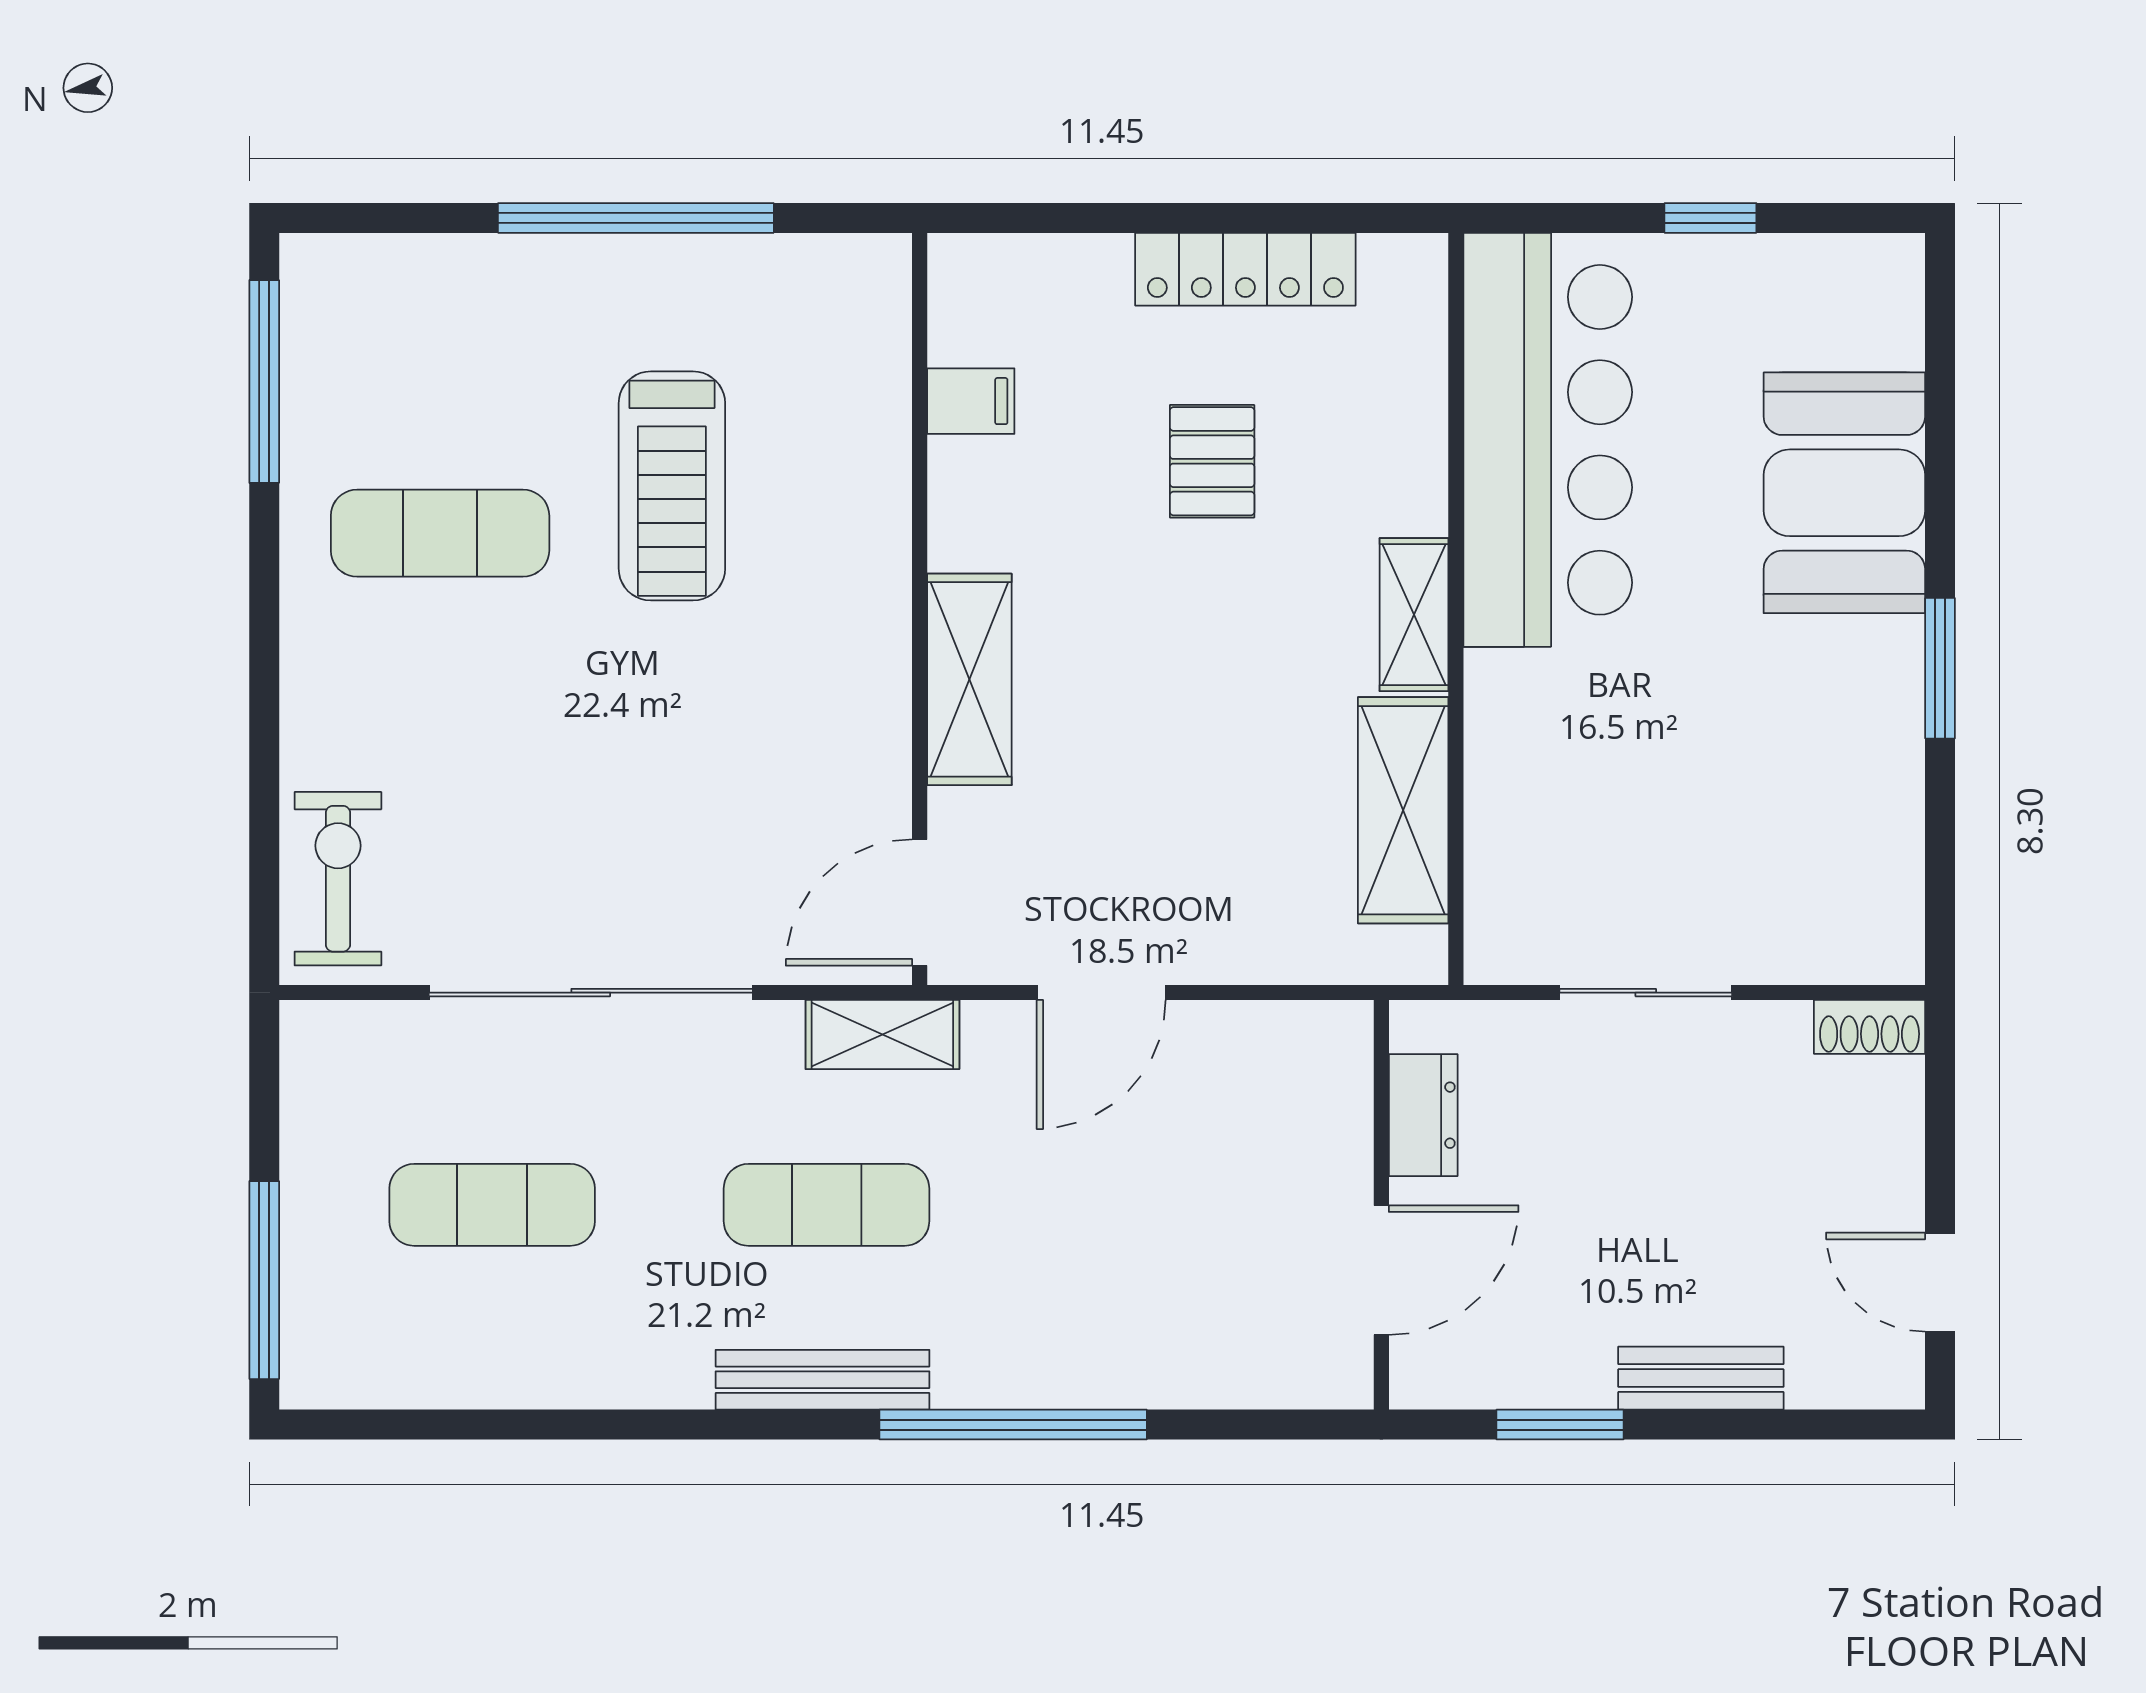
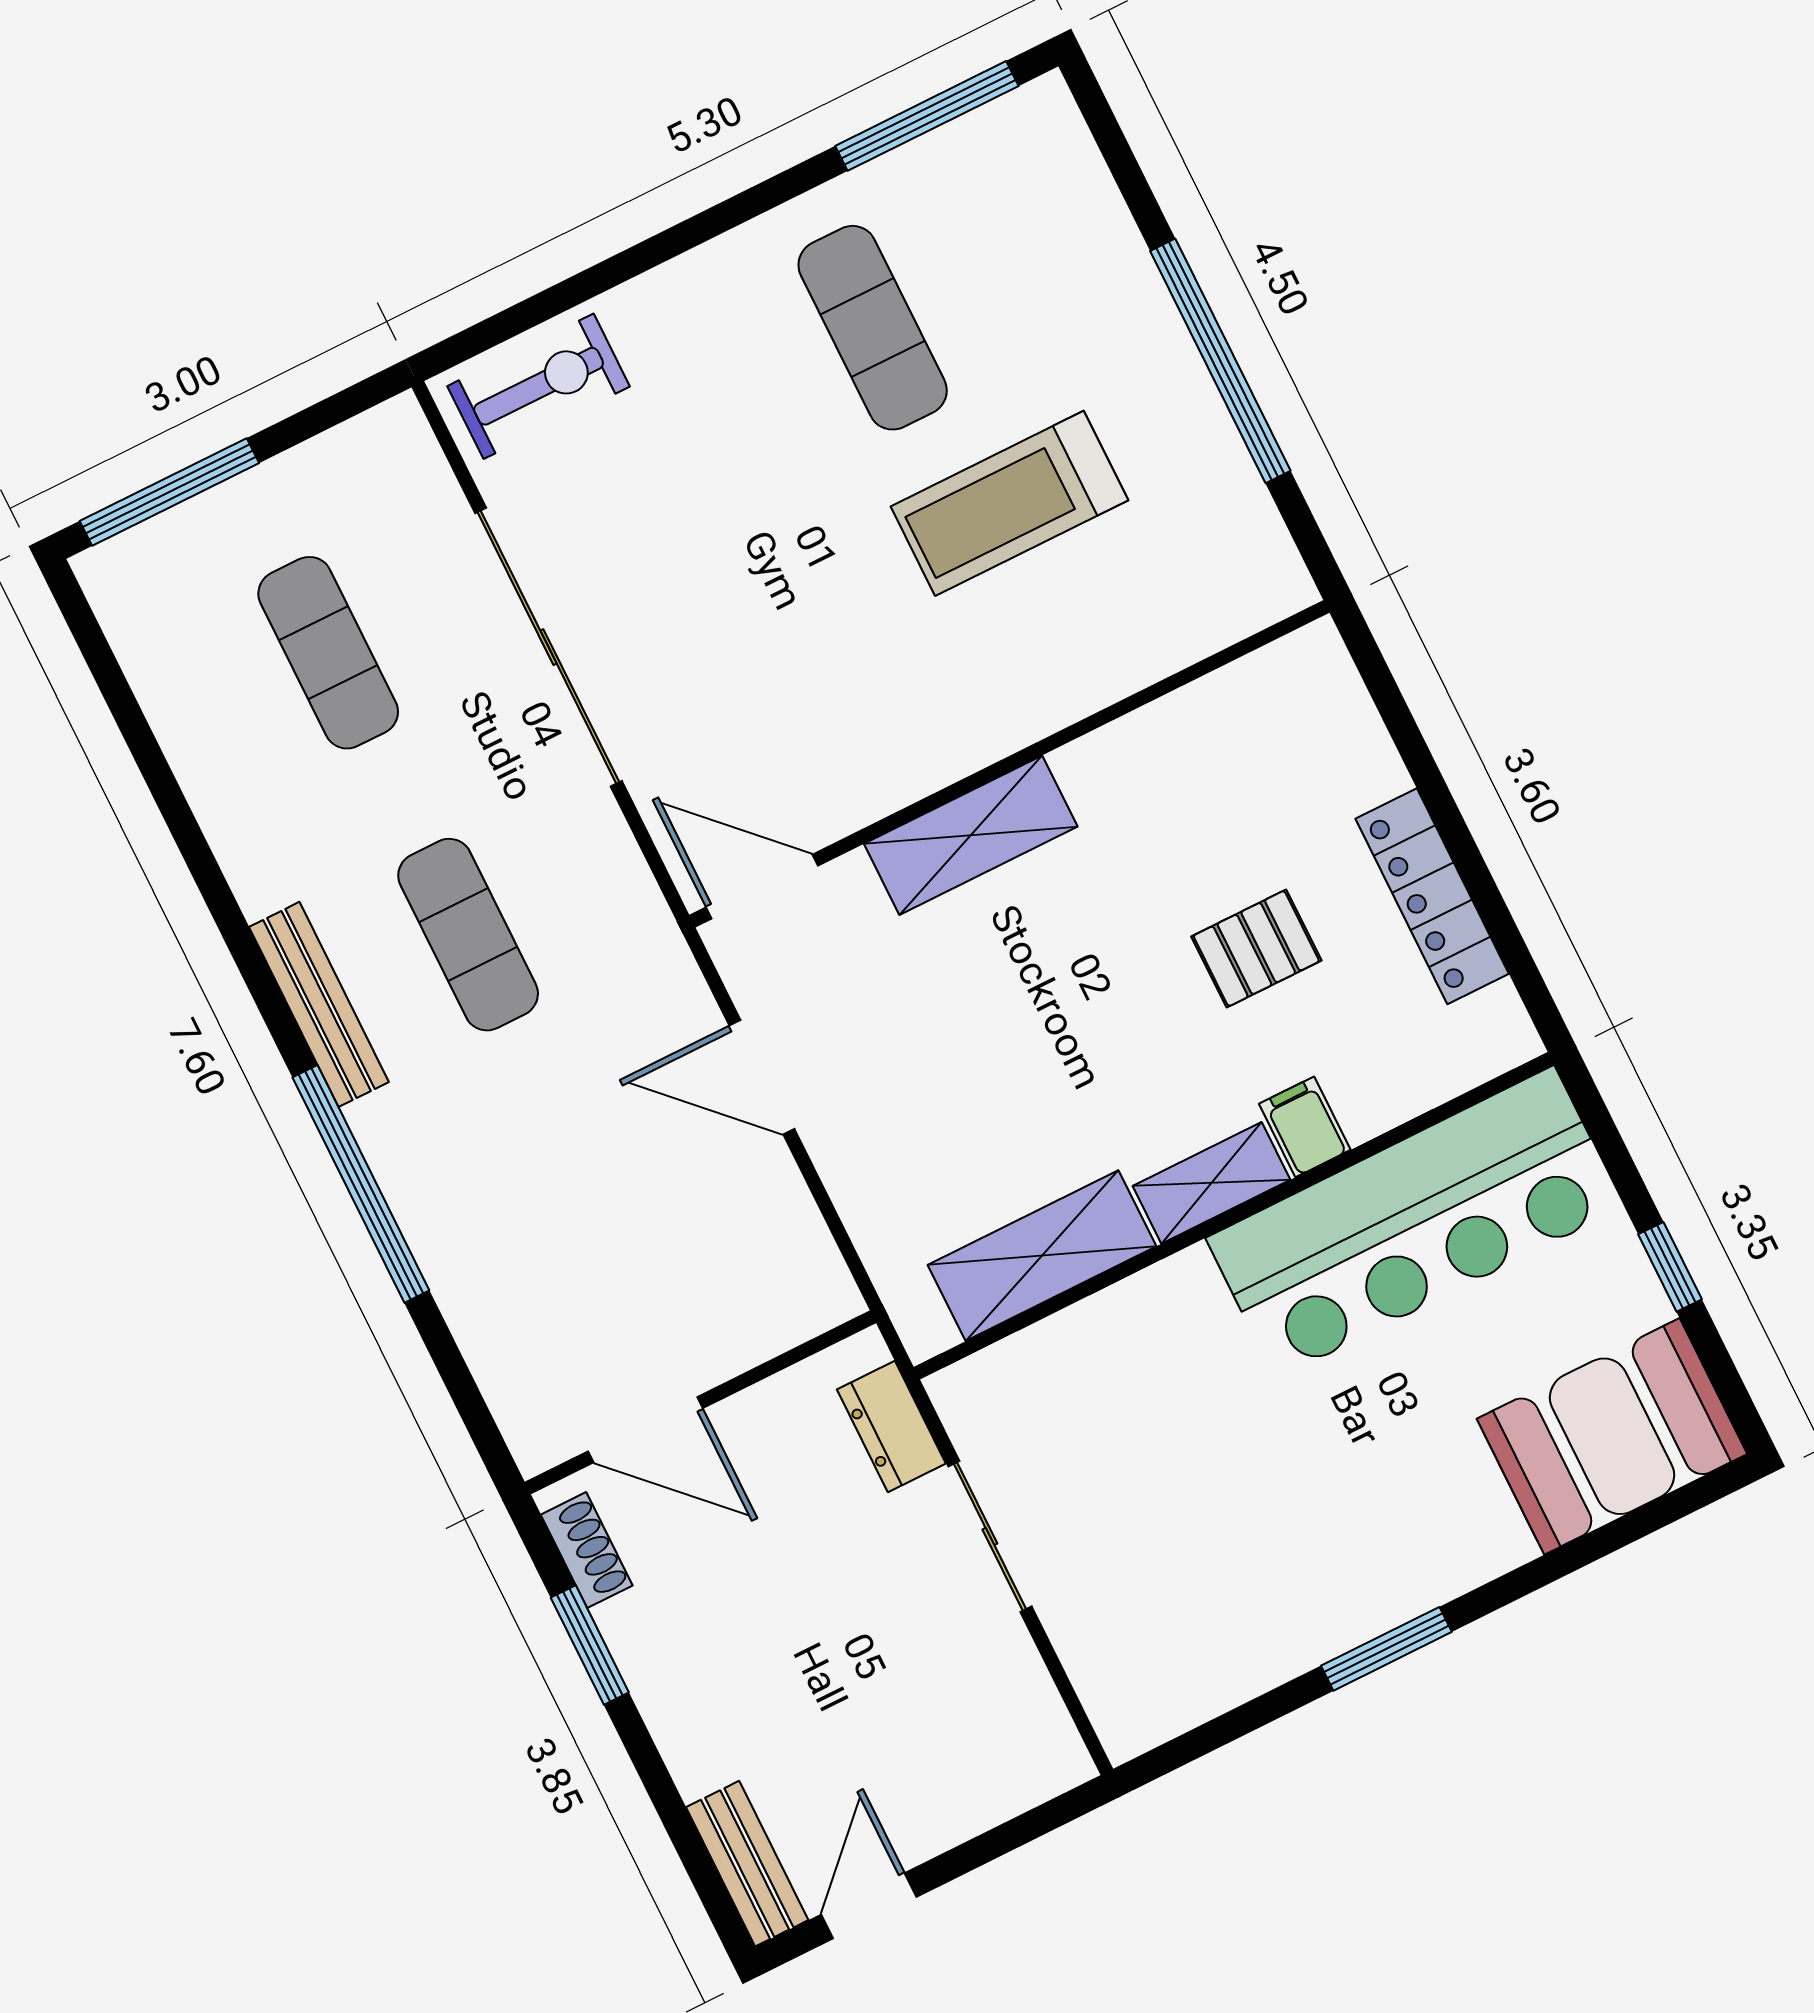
filing cabinet: (971, 401) -> (1305, 1127), moved, turned 180
booth: (1844, 493) -> (1612, 1436), moved
shoe rack: (1870, 1027) -> (587, 1550), moved, turned 180
shelving: (882, 1035) -> (635, 911), removed
dresser: (1423, 1115) -> (891, 1426), moved, turned 90
bench: (1701, 1378) -> (747, 1864), moved

